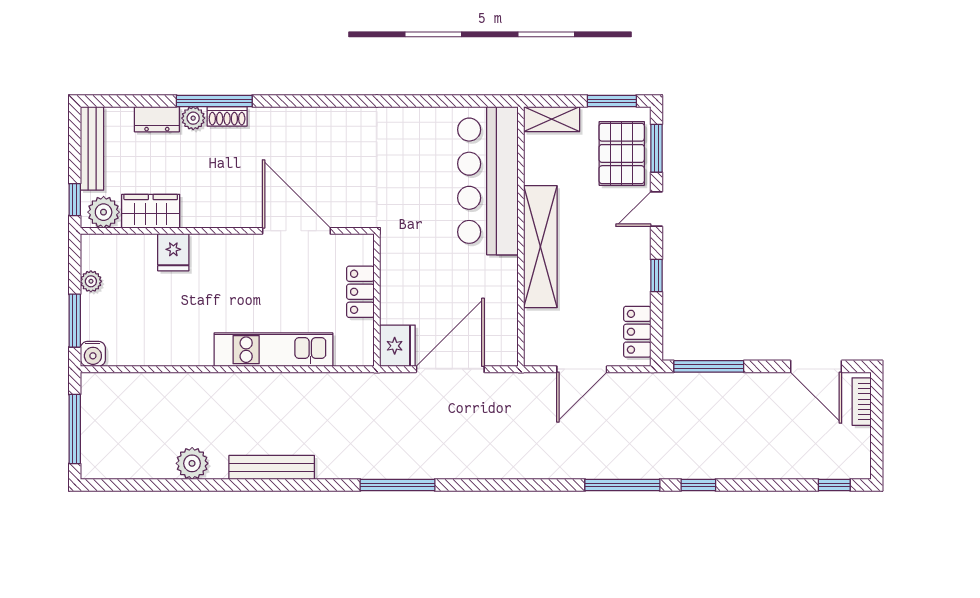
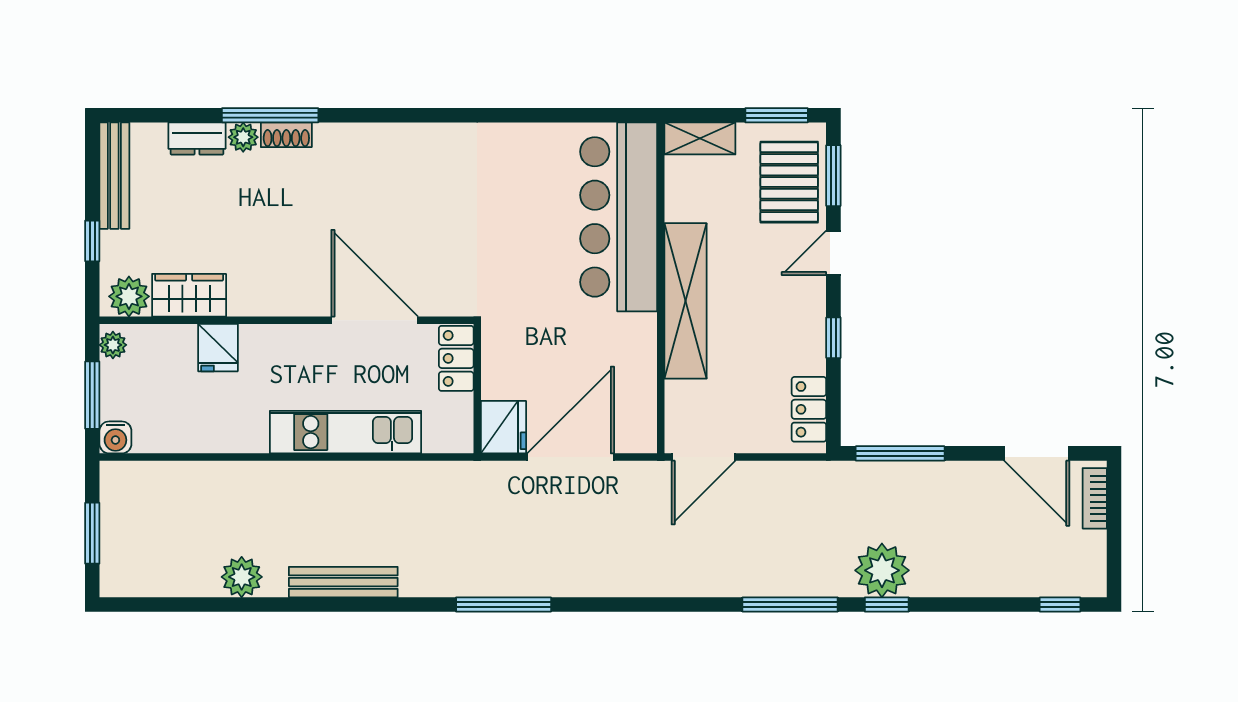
wardrobe: (151, 211) -> (189, 295), moved
plant: (104, 212) -> (129, 296), moved
wall: (227, 231) -> (287, 320), moved
door: (296, 231) -> (375, 320), moved
fridge: (173, 252) -> (218, 348), moved
door: (582, 369) -> (703, 457), moved
window: (75, 429) -> (92, 533), width x0.69
plant: (695, 458) -> (882, 570), added

